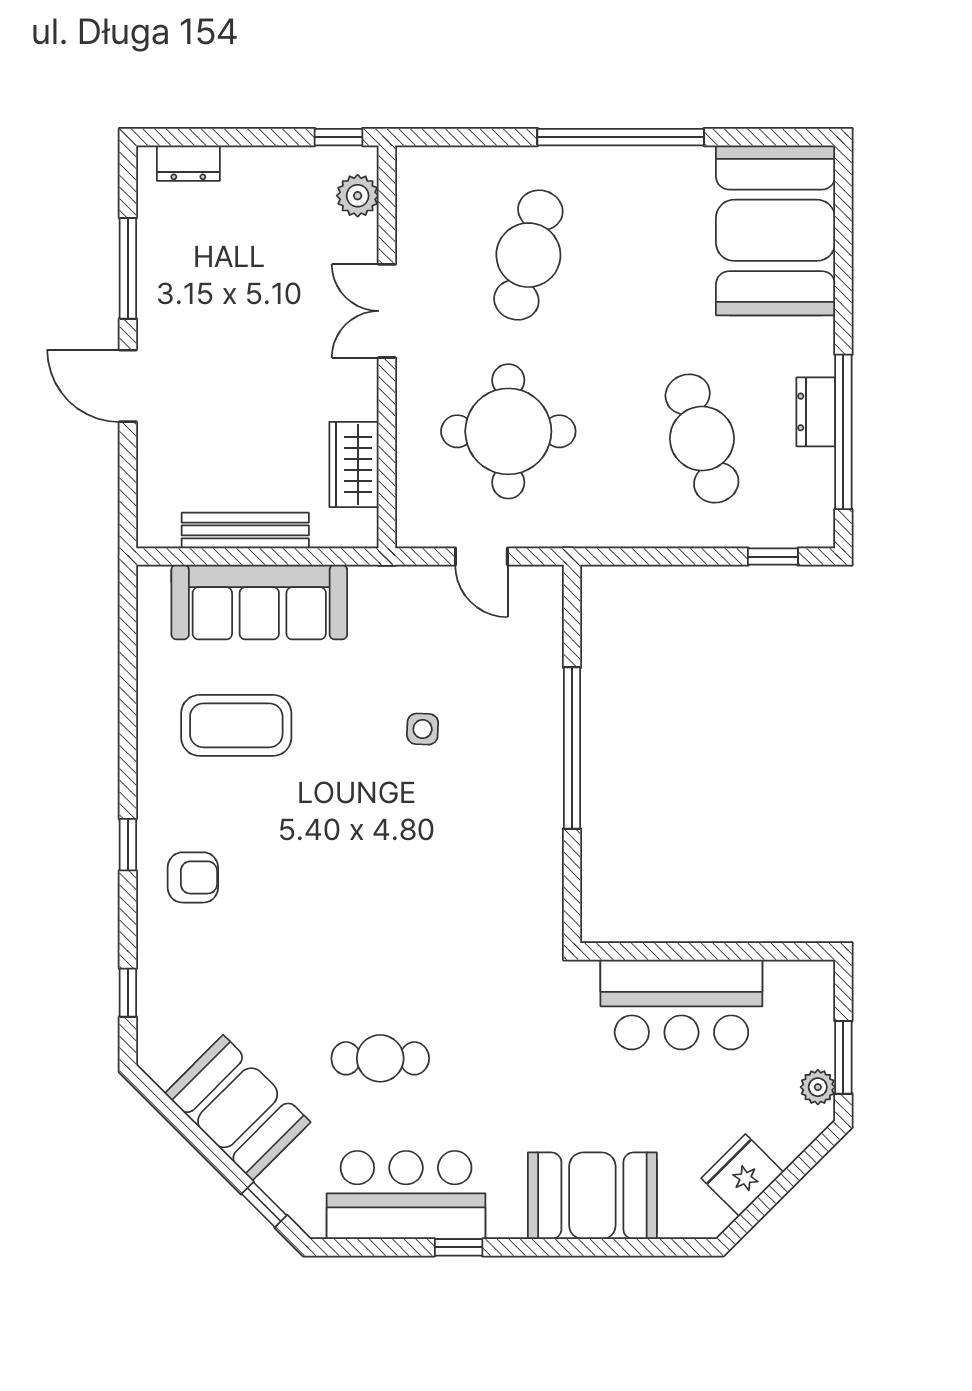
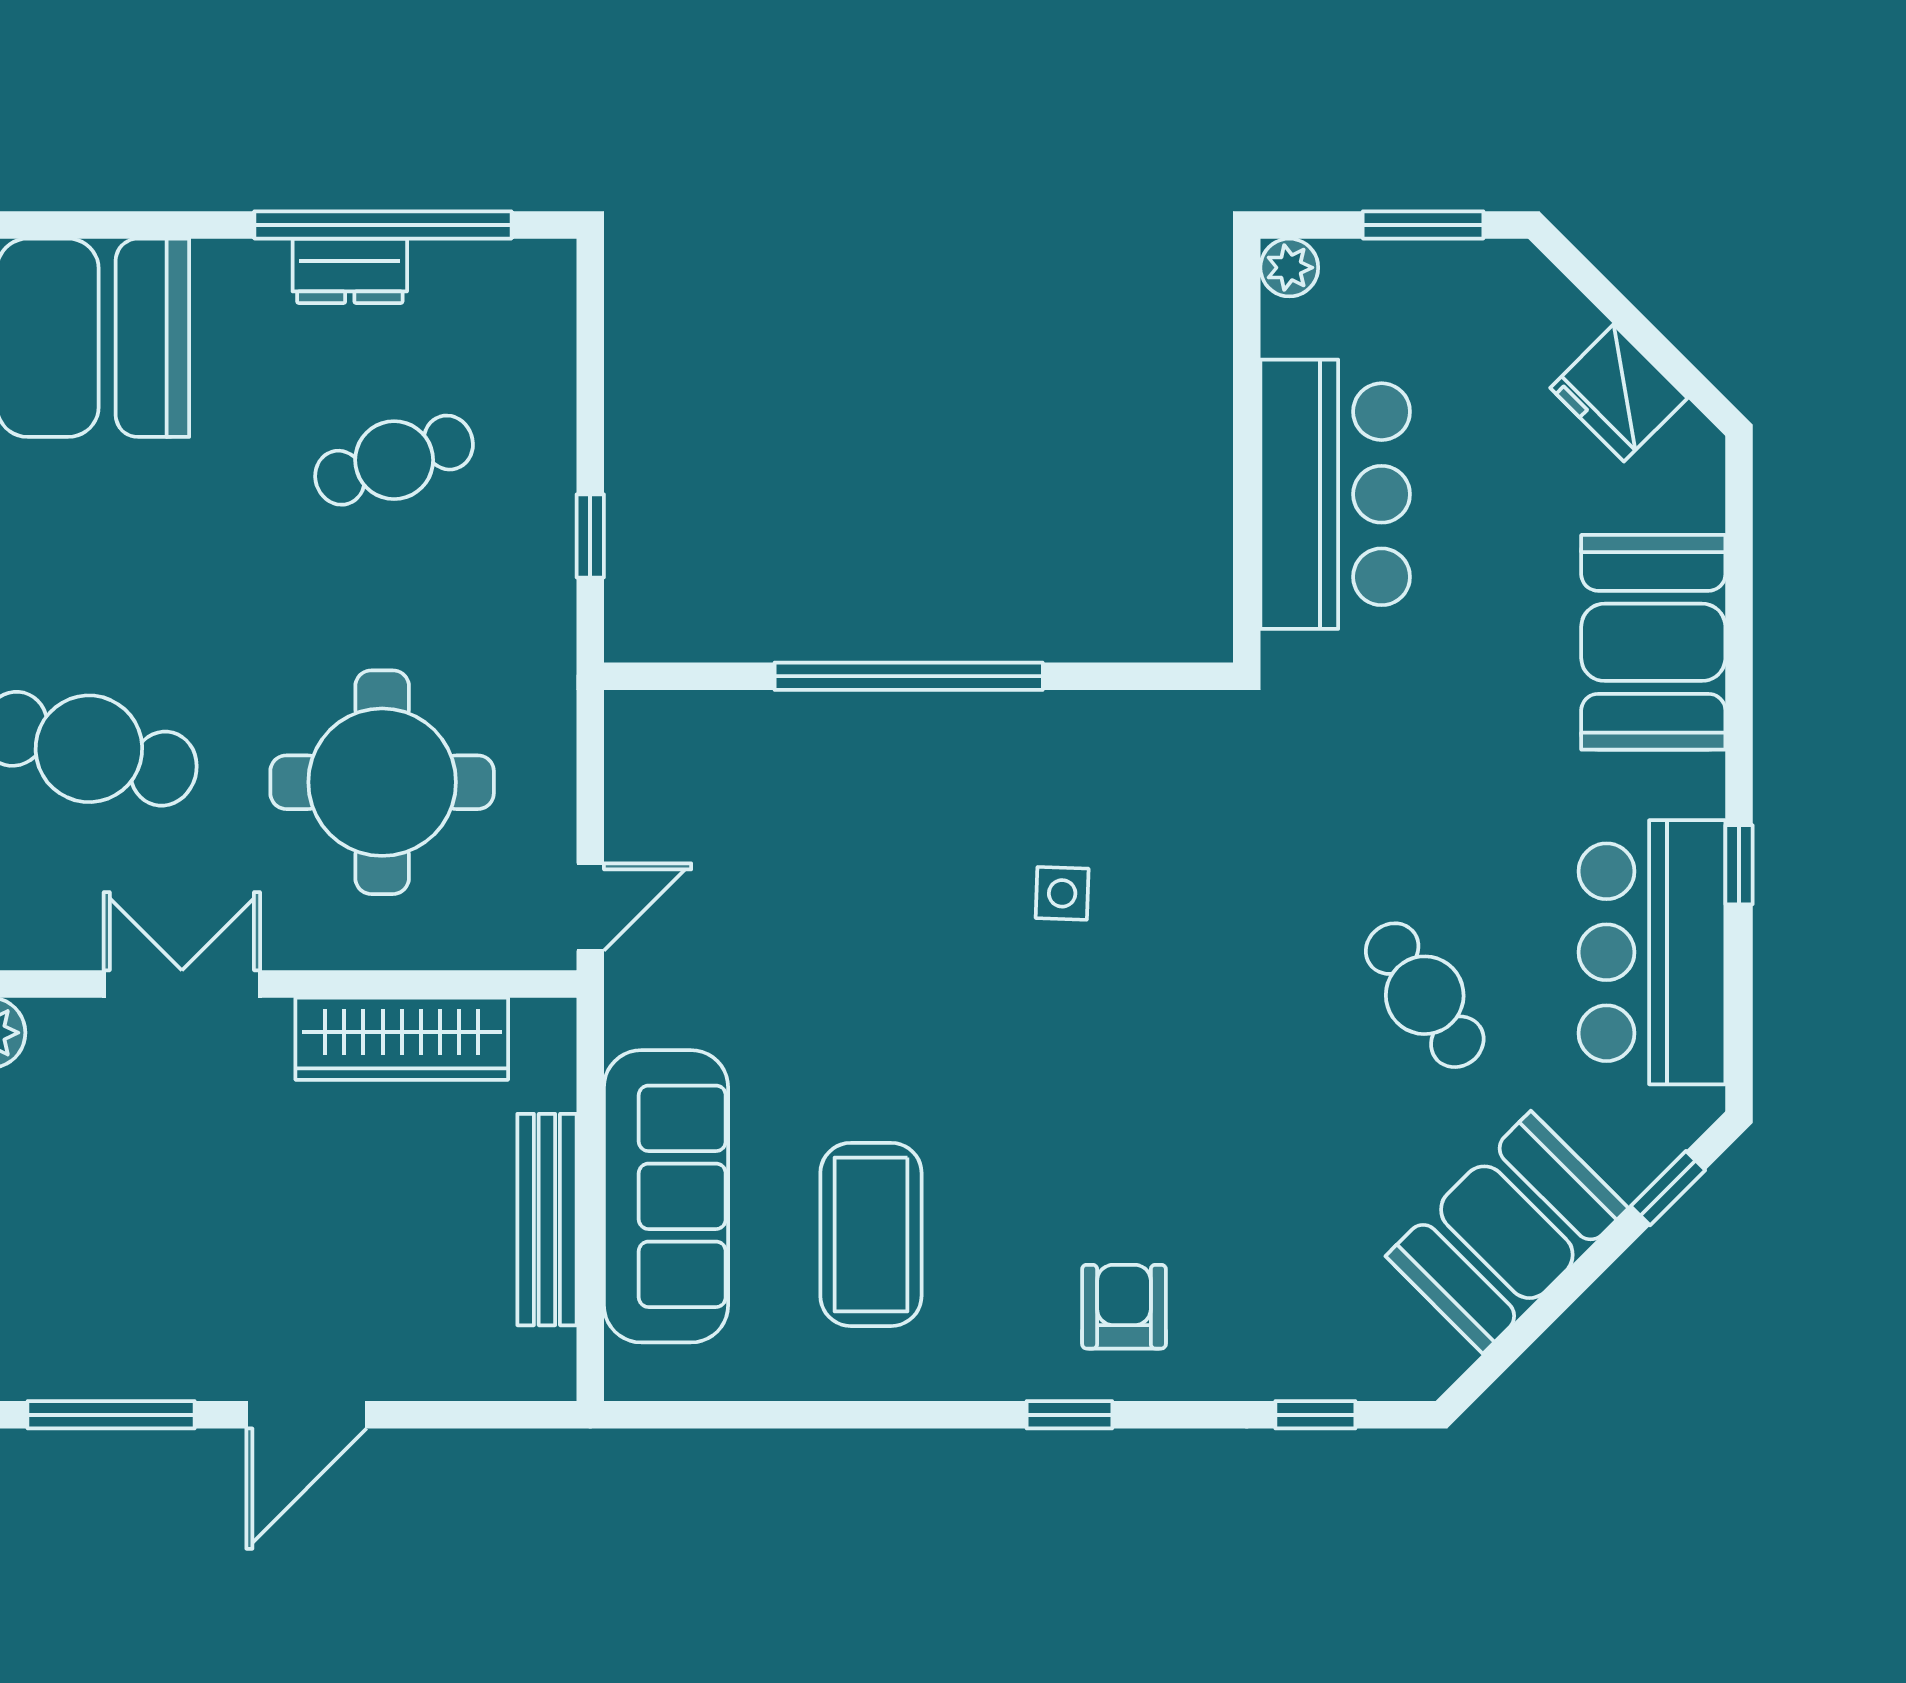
double door: (387, 311) -> (182, 984), swing flipped
cafe table: (702, 439) -> (394, 460), width x0.73, depth x0.74
wardrobe: (354, 464) -> (402, 1039), width x1.50
door: (481, 557) -> (590, 907), moved
window: (773, 557) -> (590, 536), moved
side table: (423, 729) -> (1062, 893), moved
cafe table: (380, 1058) -> (1425, 995), turned -35
plant: (818, 1087) -> (1289, 268), moved

